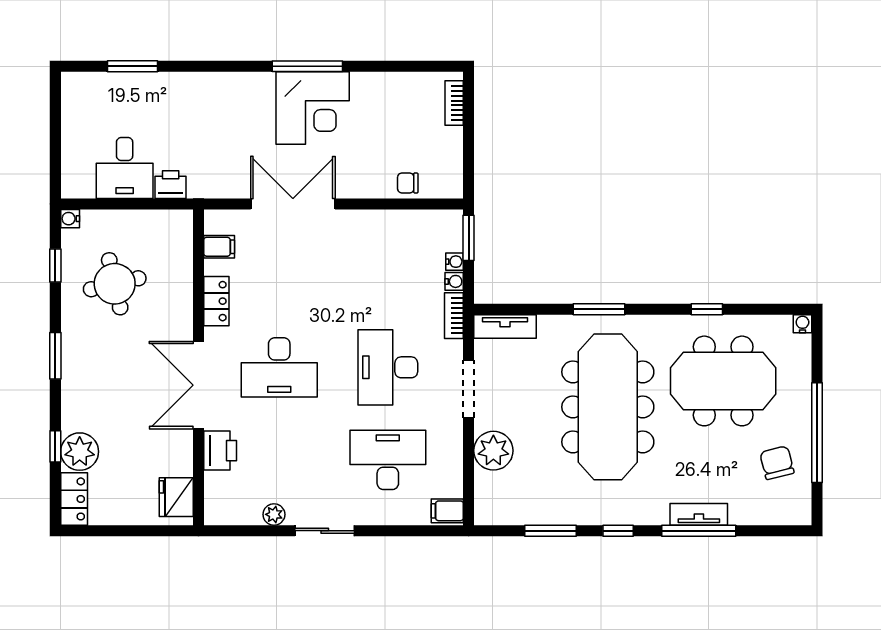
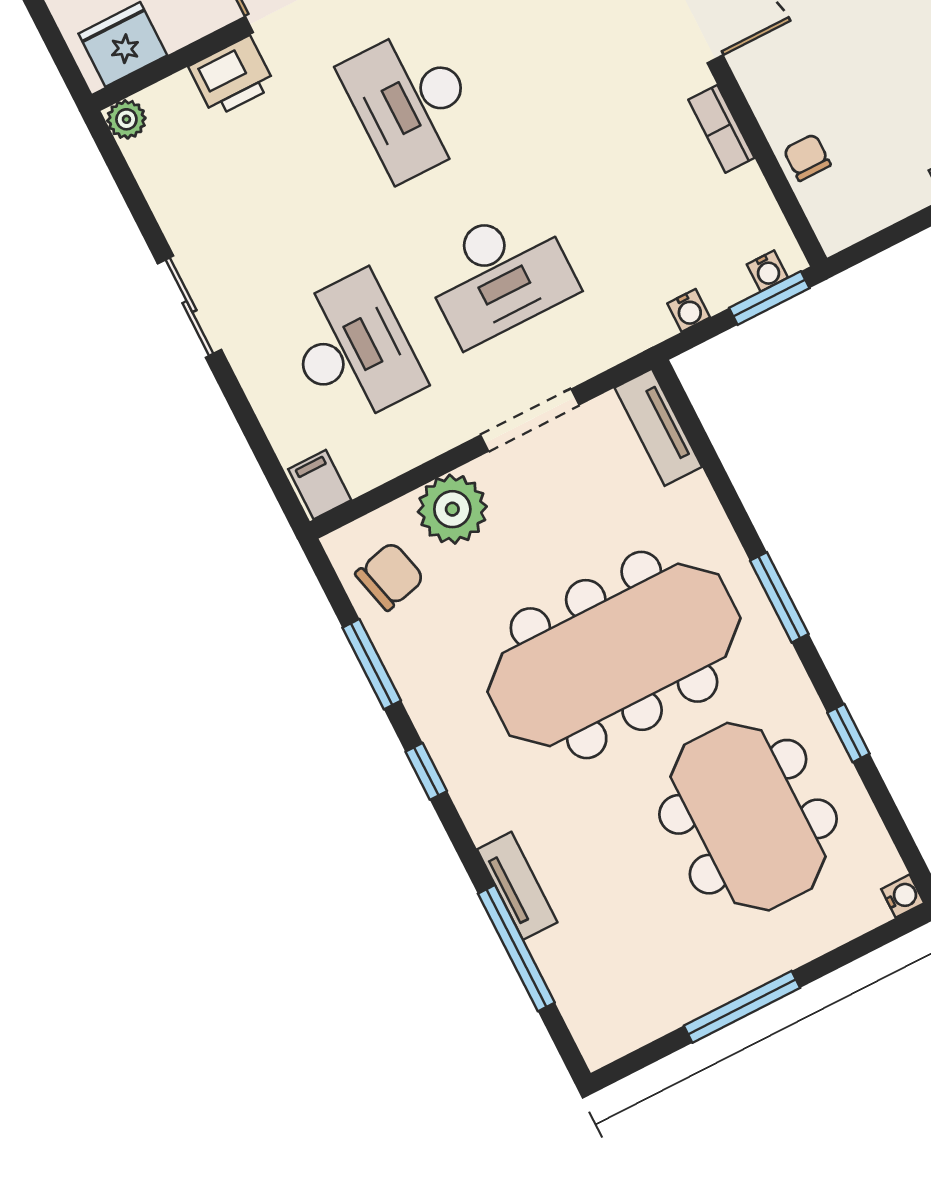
water cooler: (455, 262) -> (767, 271), moved
window: (599, 309) -> (779, 597), moved
bookcase: (454, 316) -> (721, 129), moved, turned -90
desk: (388, 367) -> (499, 275), turned 180
window: (817, 433) -> (742, 1007), width x0.68
chair: (777, 463) -> (390, 576), moved
plant: (274, 514) -> (126, 119), moved
window: (699, 531) -> (516, 948), moved

